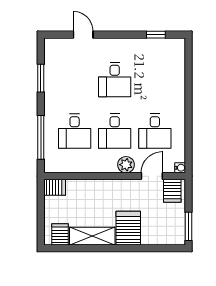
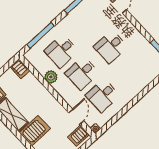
plant: (126, 165) -> (51, 77), moved
door: (152, 176) -> (76, 117), hinge flipped

